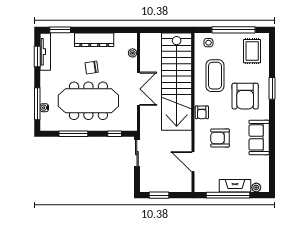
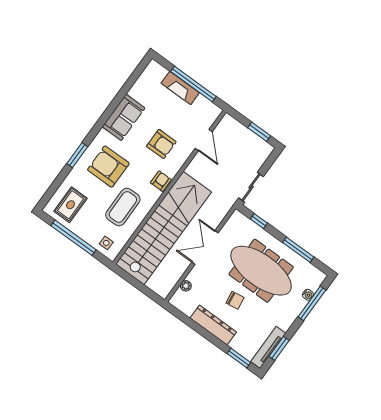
armchair: (245, 96) -> (108, 167), turned -90
plant: (256, 187) -> (161, 72), removed

